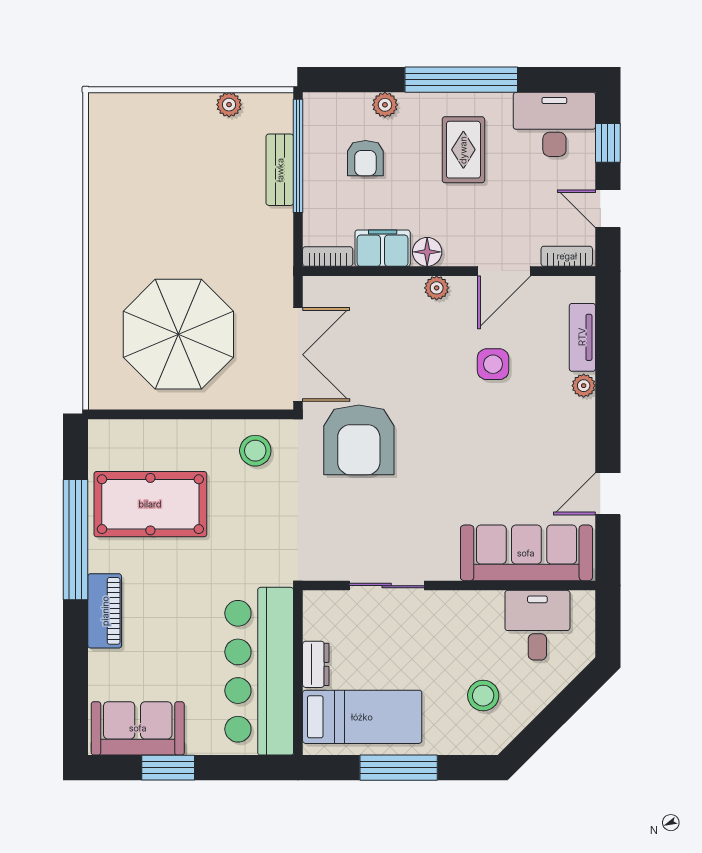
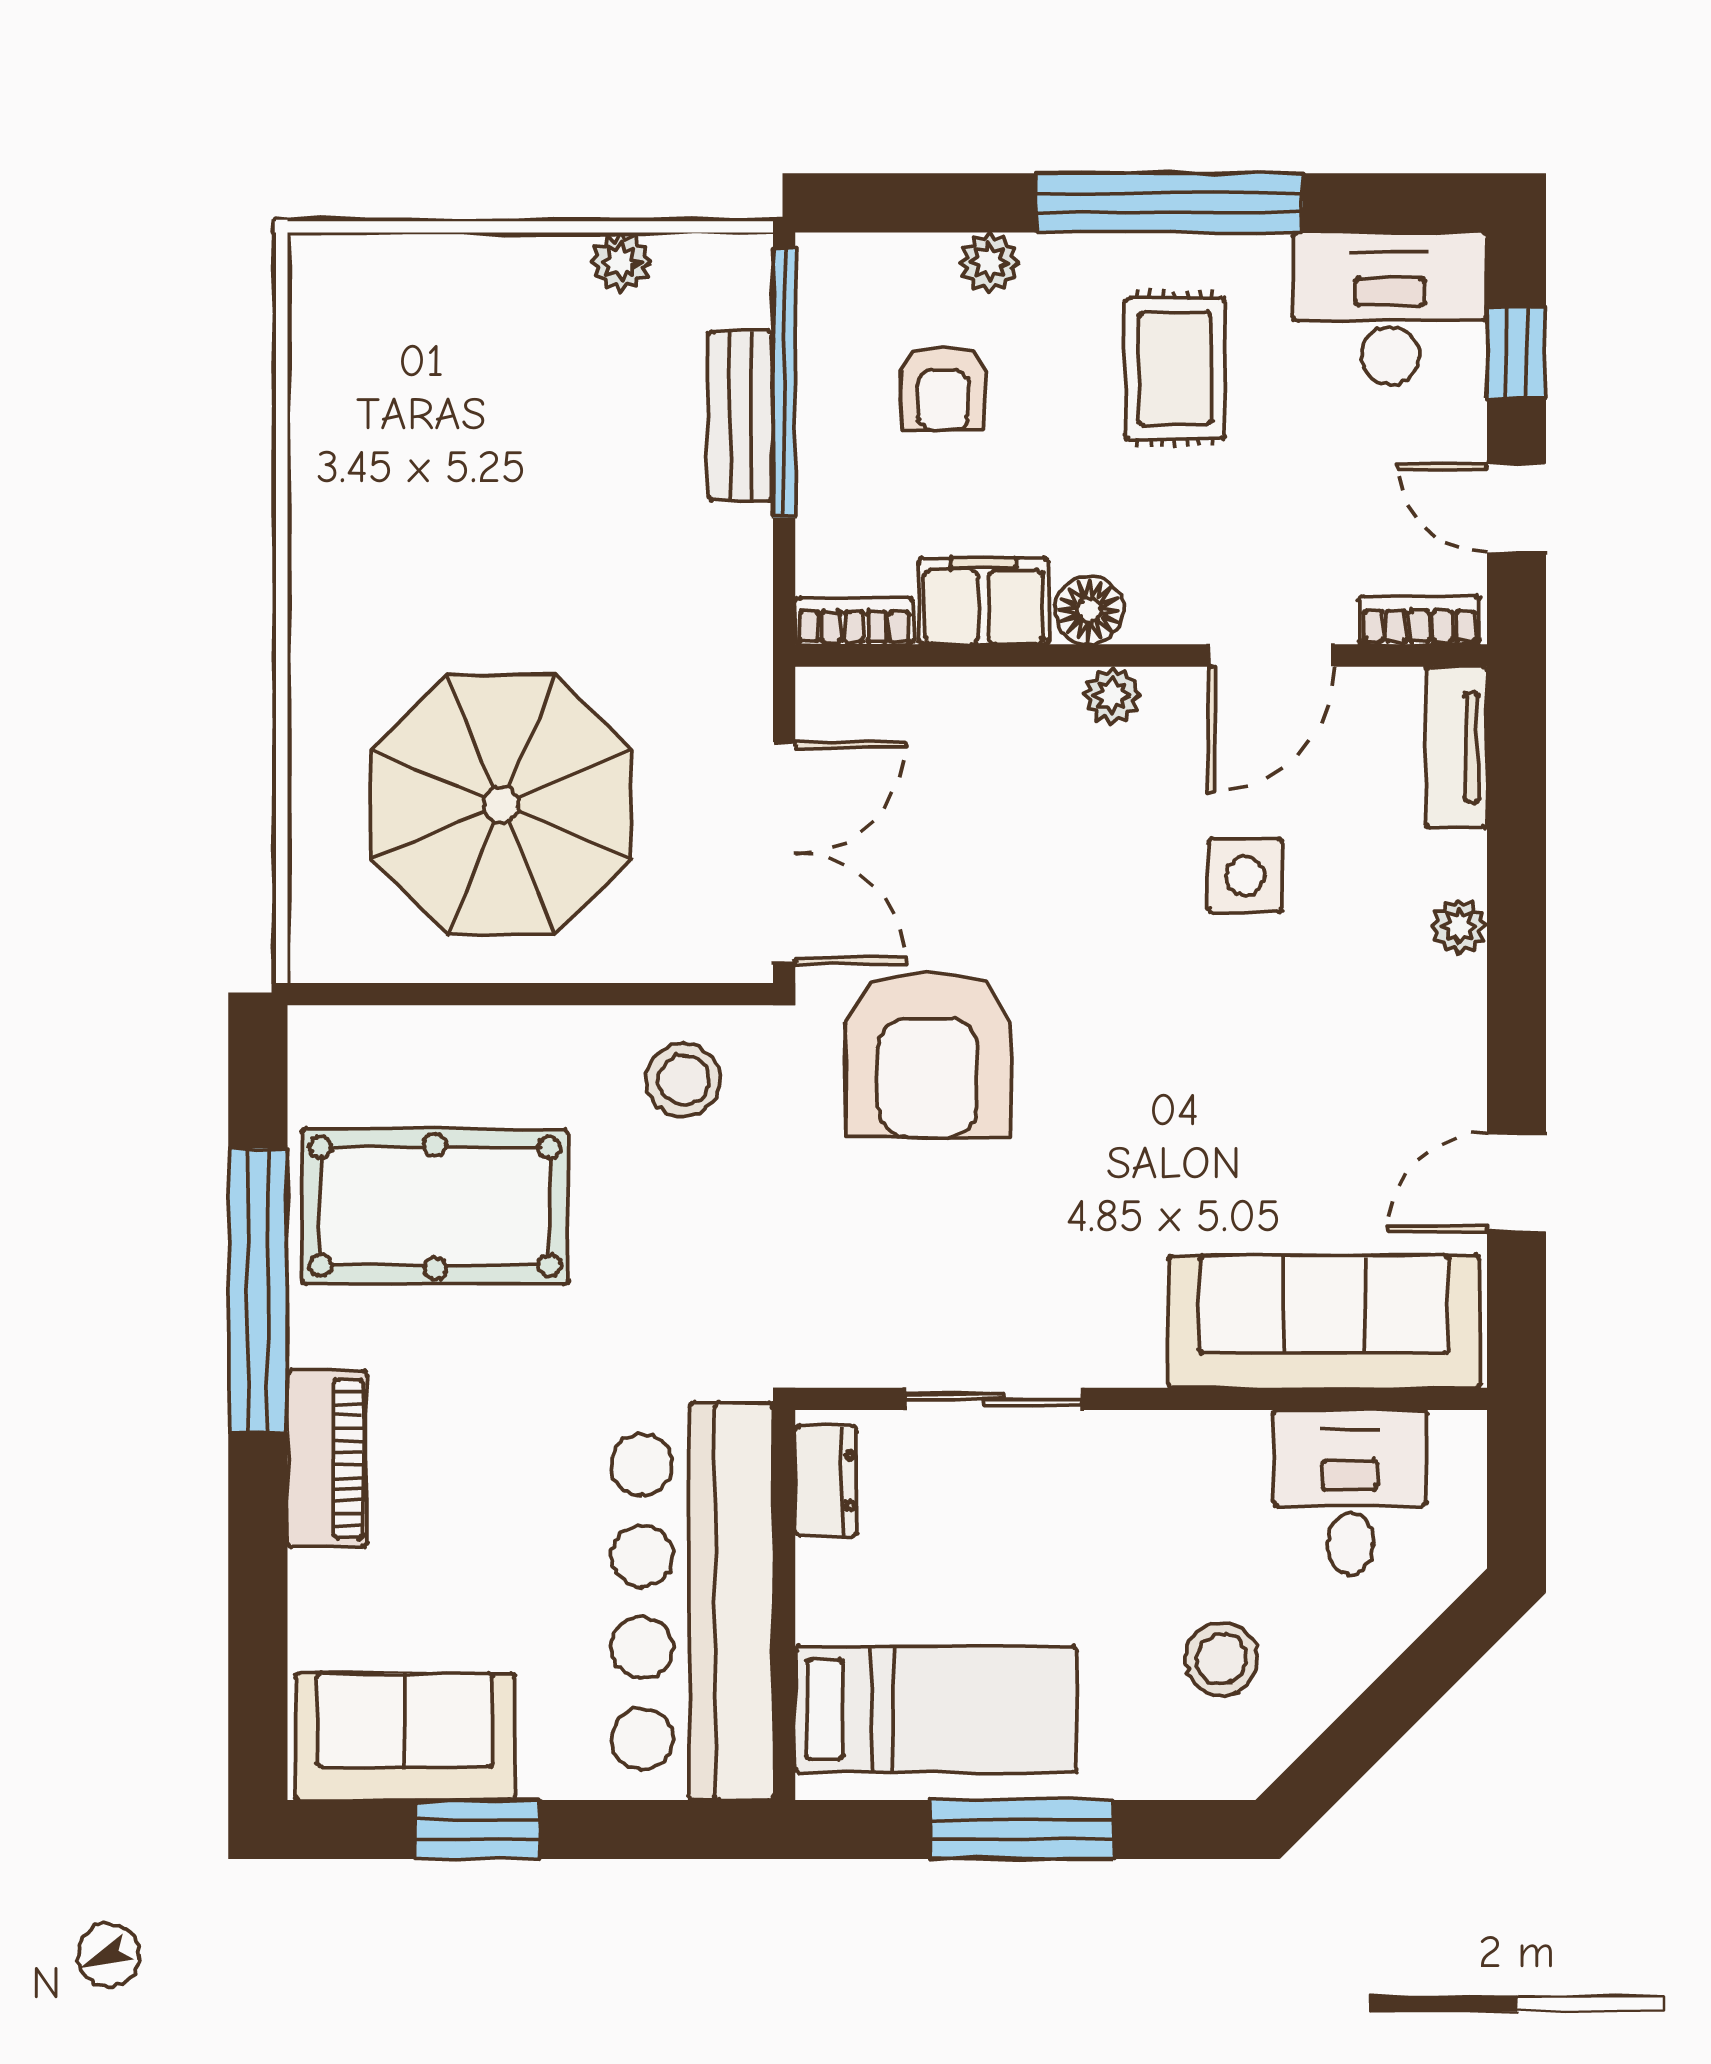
tv unit: (582, 337) -> (1456, 747), moved
dresser: (316, 664) -> (826, 1481), moved

